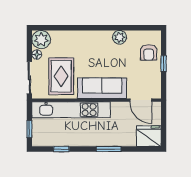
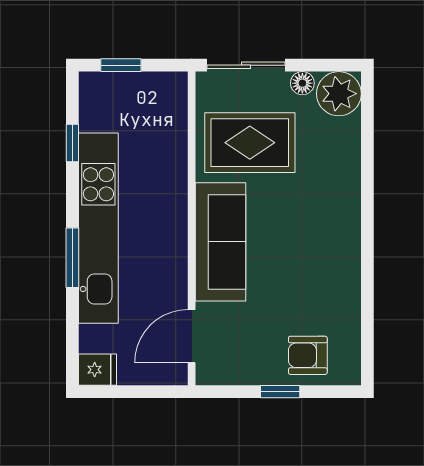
plant: (120, 37) -> (344, 284), removed
kitchen unit: (71, 110) -> (98, 228), moved, turned 180
fridge: (149, 136) -> (98, 370), width x0.53, depth x0.75

